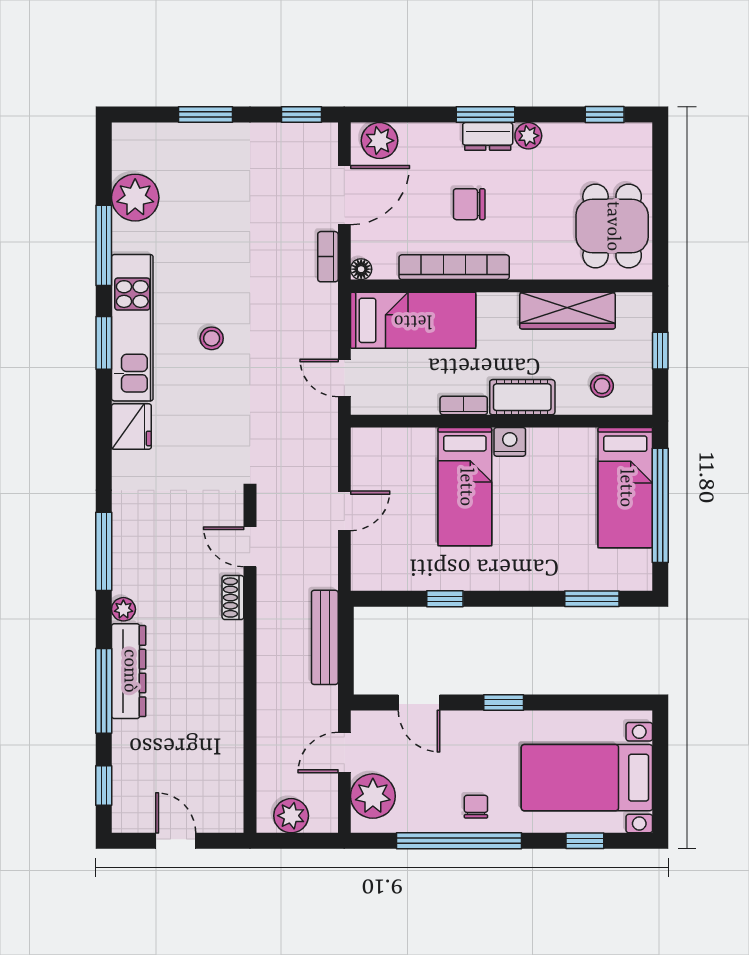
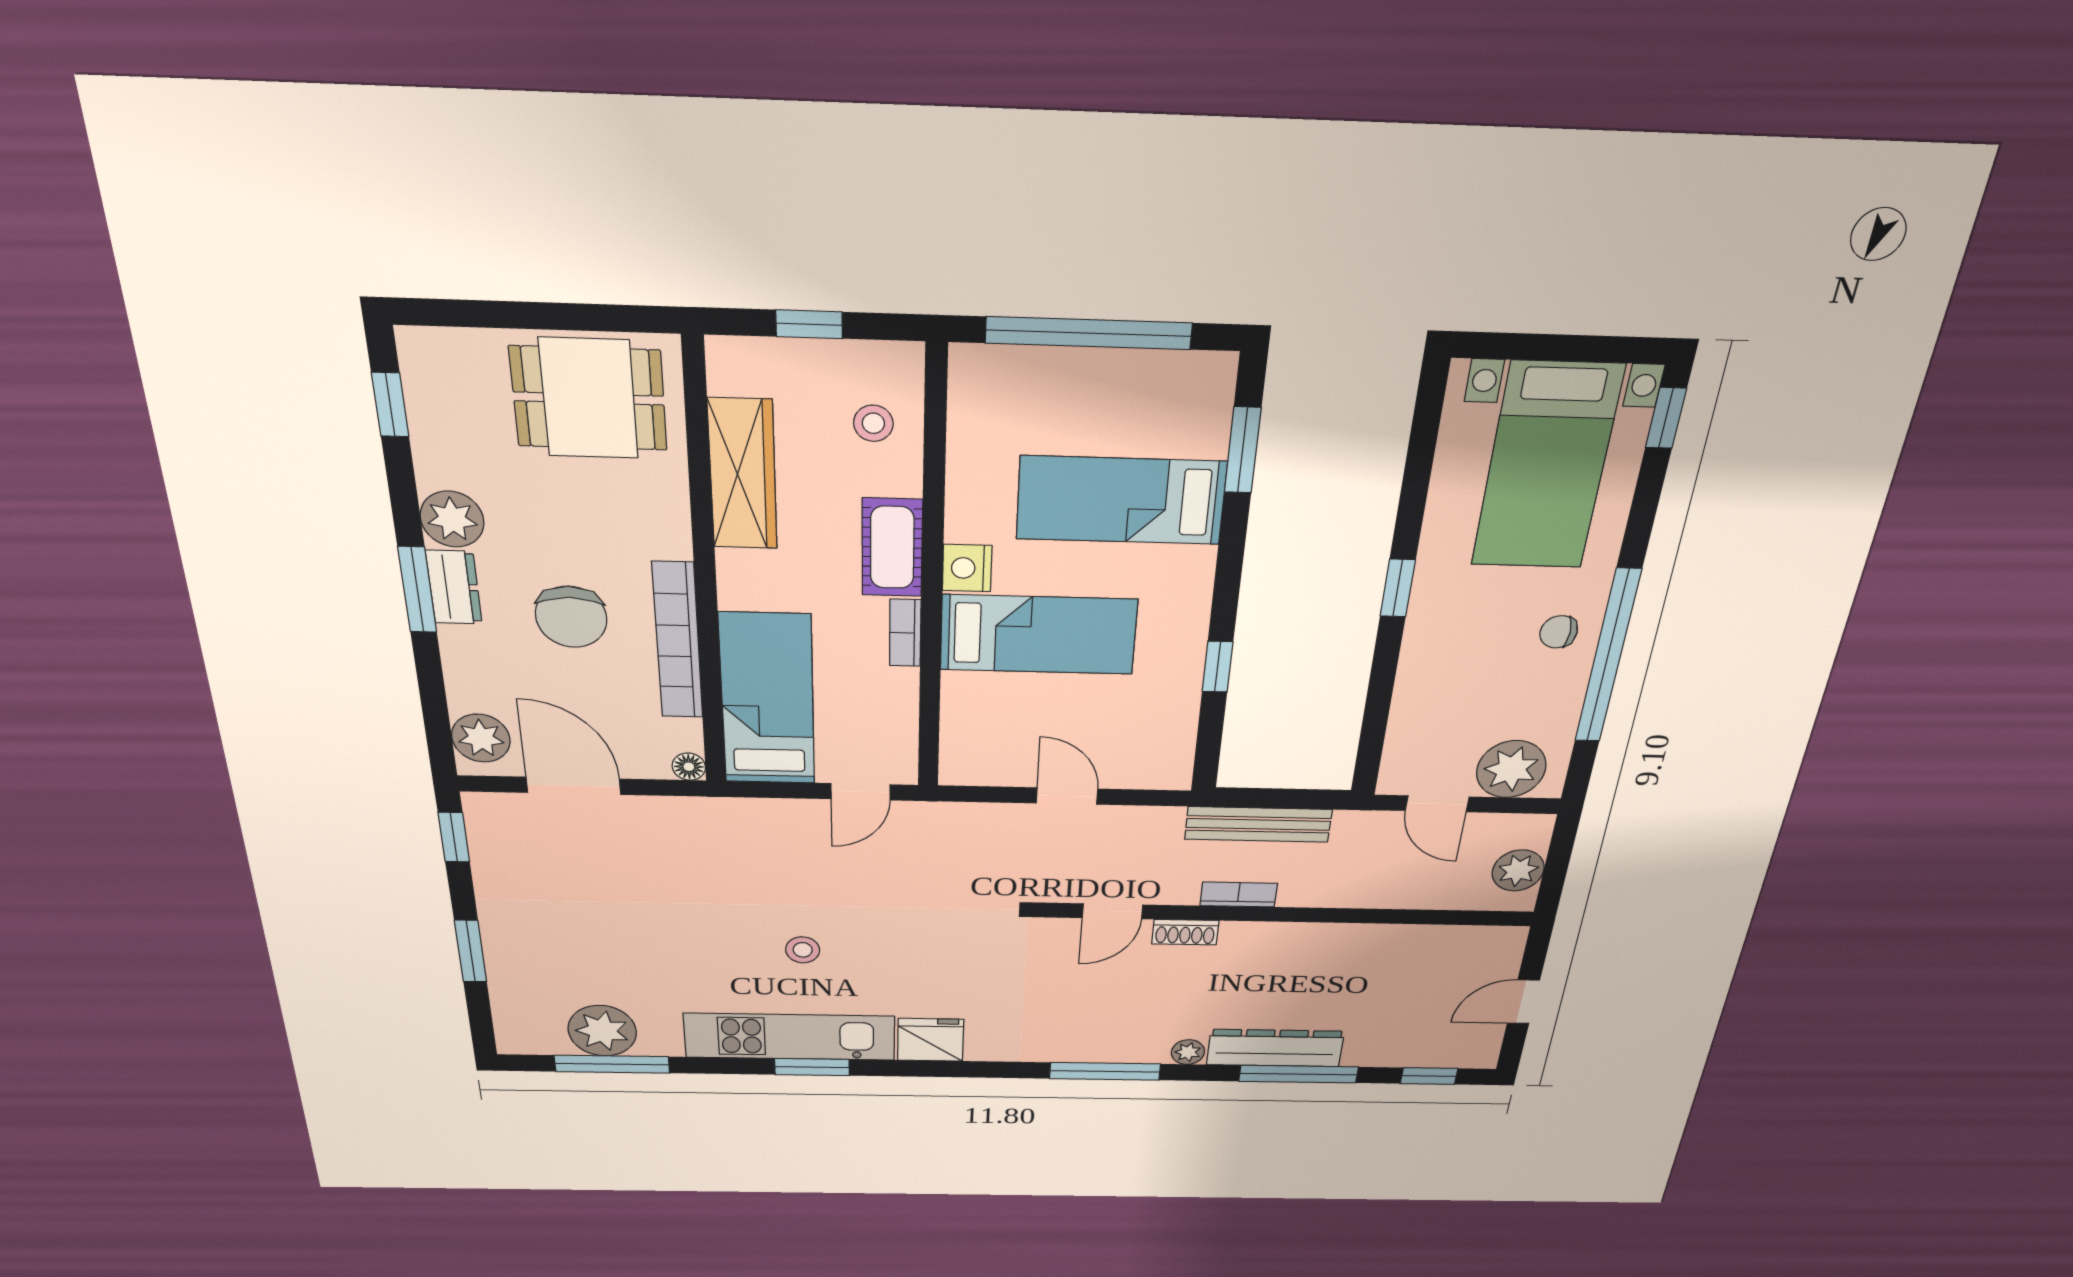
plant: (528, 136) -> (452, 519), width x1.38, depth x1.38
chair: (469, 204) -> (571, 617), width x1.37, depth x1.37
window: (104, 245) -> (612, 1064), moved
bookcase: (328, 257) -> (1239, 894), moved, turned 180
bed: (625, 488) -> (1121, 500), moved, turned 180
door: (419, 702) -> (1378, 706), removed
window: (585, 841) -> (1666, 418), moved

